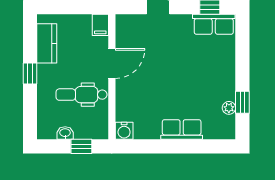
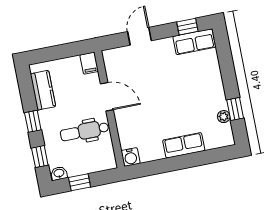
door: (112, 63) -> (107, 97), hinge flipped
window: (30, 112) -> (40, 157), added
washbasin: (65, 133) -> (59, 173), moved
window: (81, 146) -> (80, 182), moved

